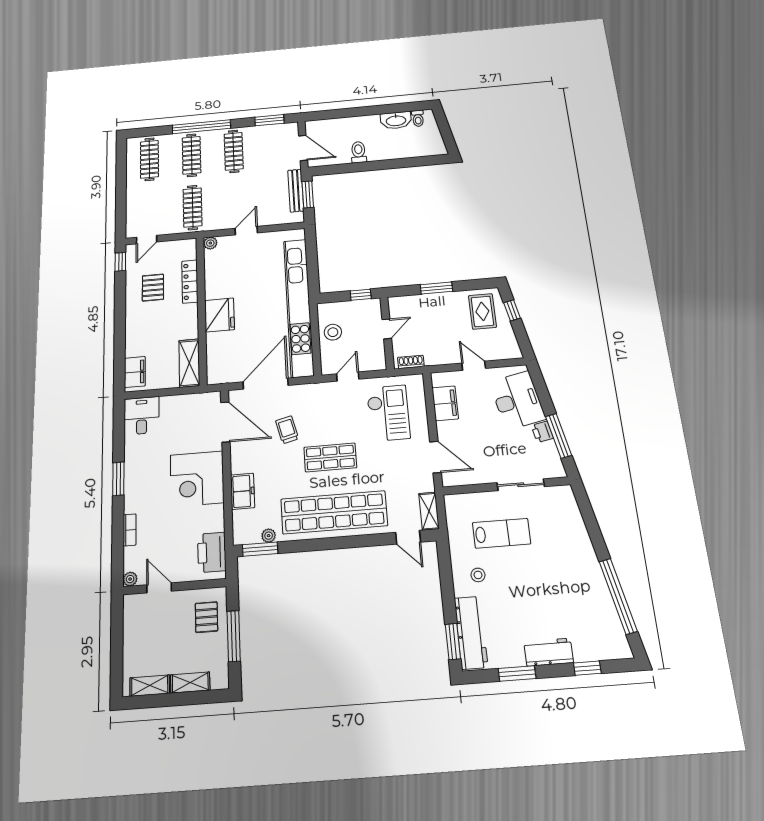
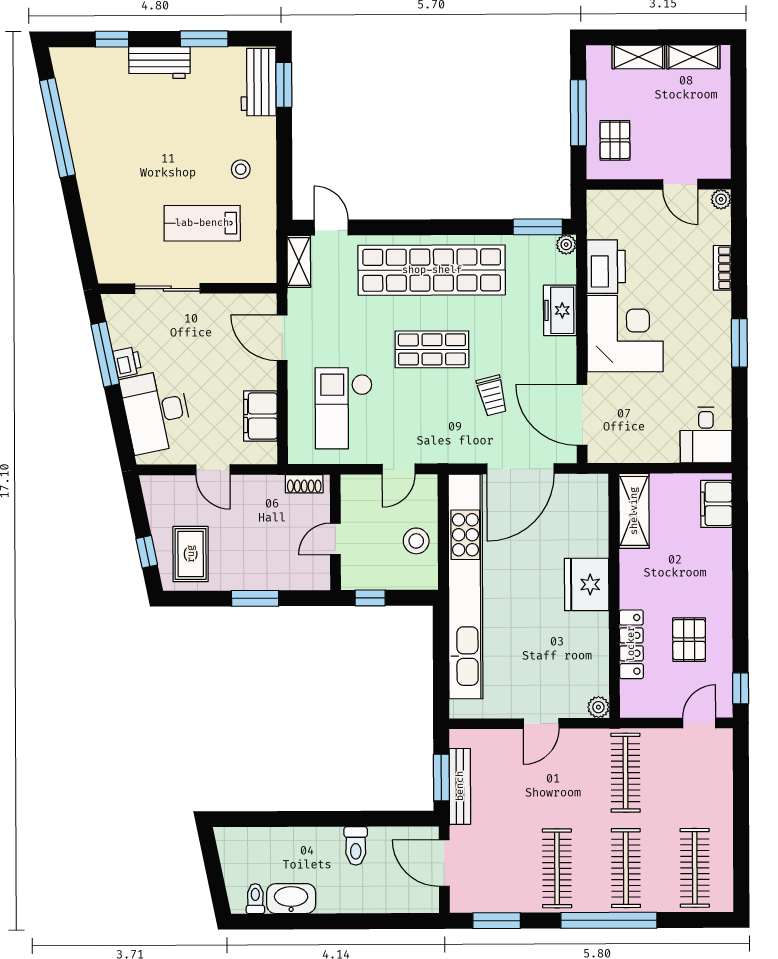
plant: (269, 536) -> (566, 245), moved
printer: (212, 552) -> (606, 267), moved
workbench: (471, 633) -> (259, 82), width x0.73

